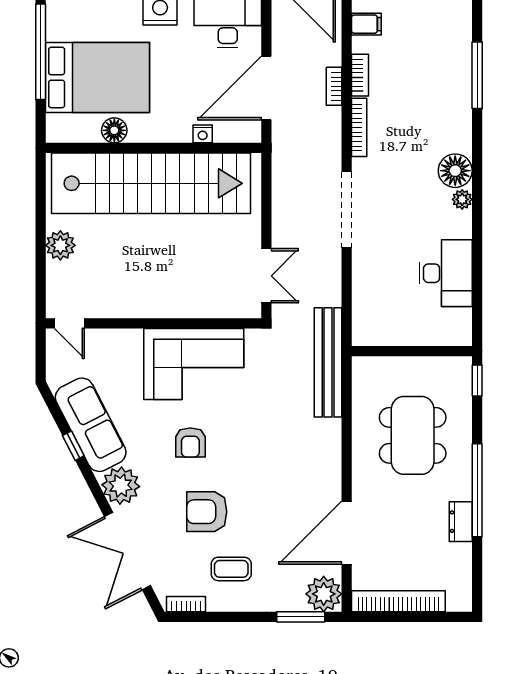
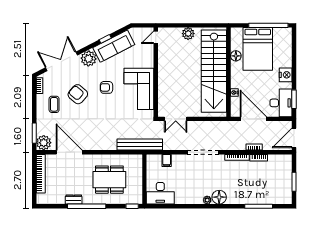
filing cabinet: (366, 24) -> (167, 160), moved
desk: (446, 273) -> (160, 193), moved
armchair: (207, 512) -> (78, 94), turned -49

